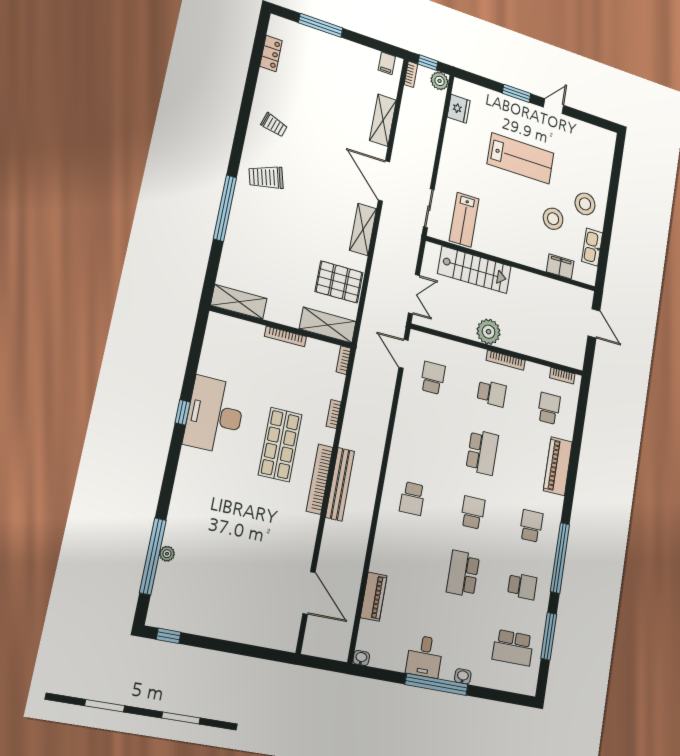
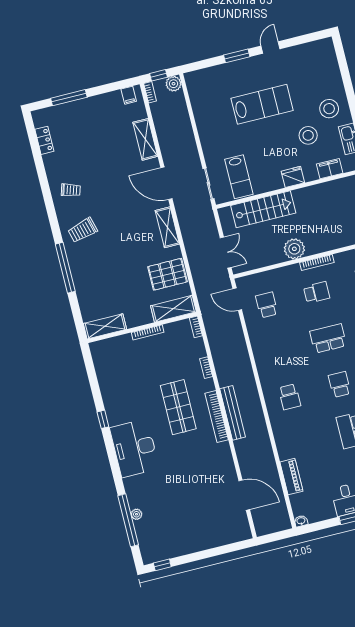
fridge: (459, 109) -> (293, 177), moved, turned -90
desk: (215, 415) -> (134, 448), moved
school desk: (482, 452) -> (328, 338), turned -90

